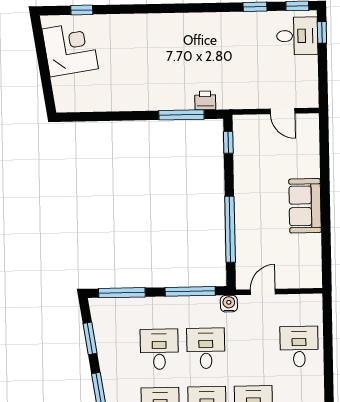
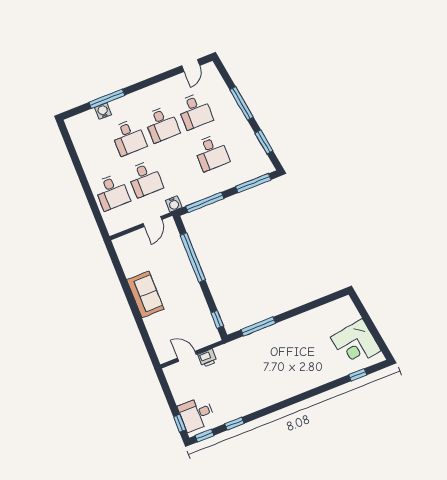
printer: (205, 100) -> (207, 358), moved
desk: (206, 348) -> (145, 179), moved

